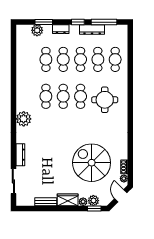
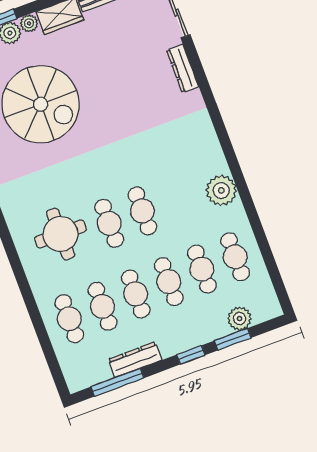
window: (78, 22) -> (191, 355), moved
dresser: (61, 29) -> (195, 338), removed
cafe table: (46, 96) -> (235, 257), moved
plant: (24, 119) -> (221, 191), moved

